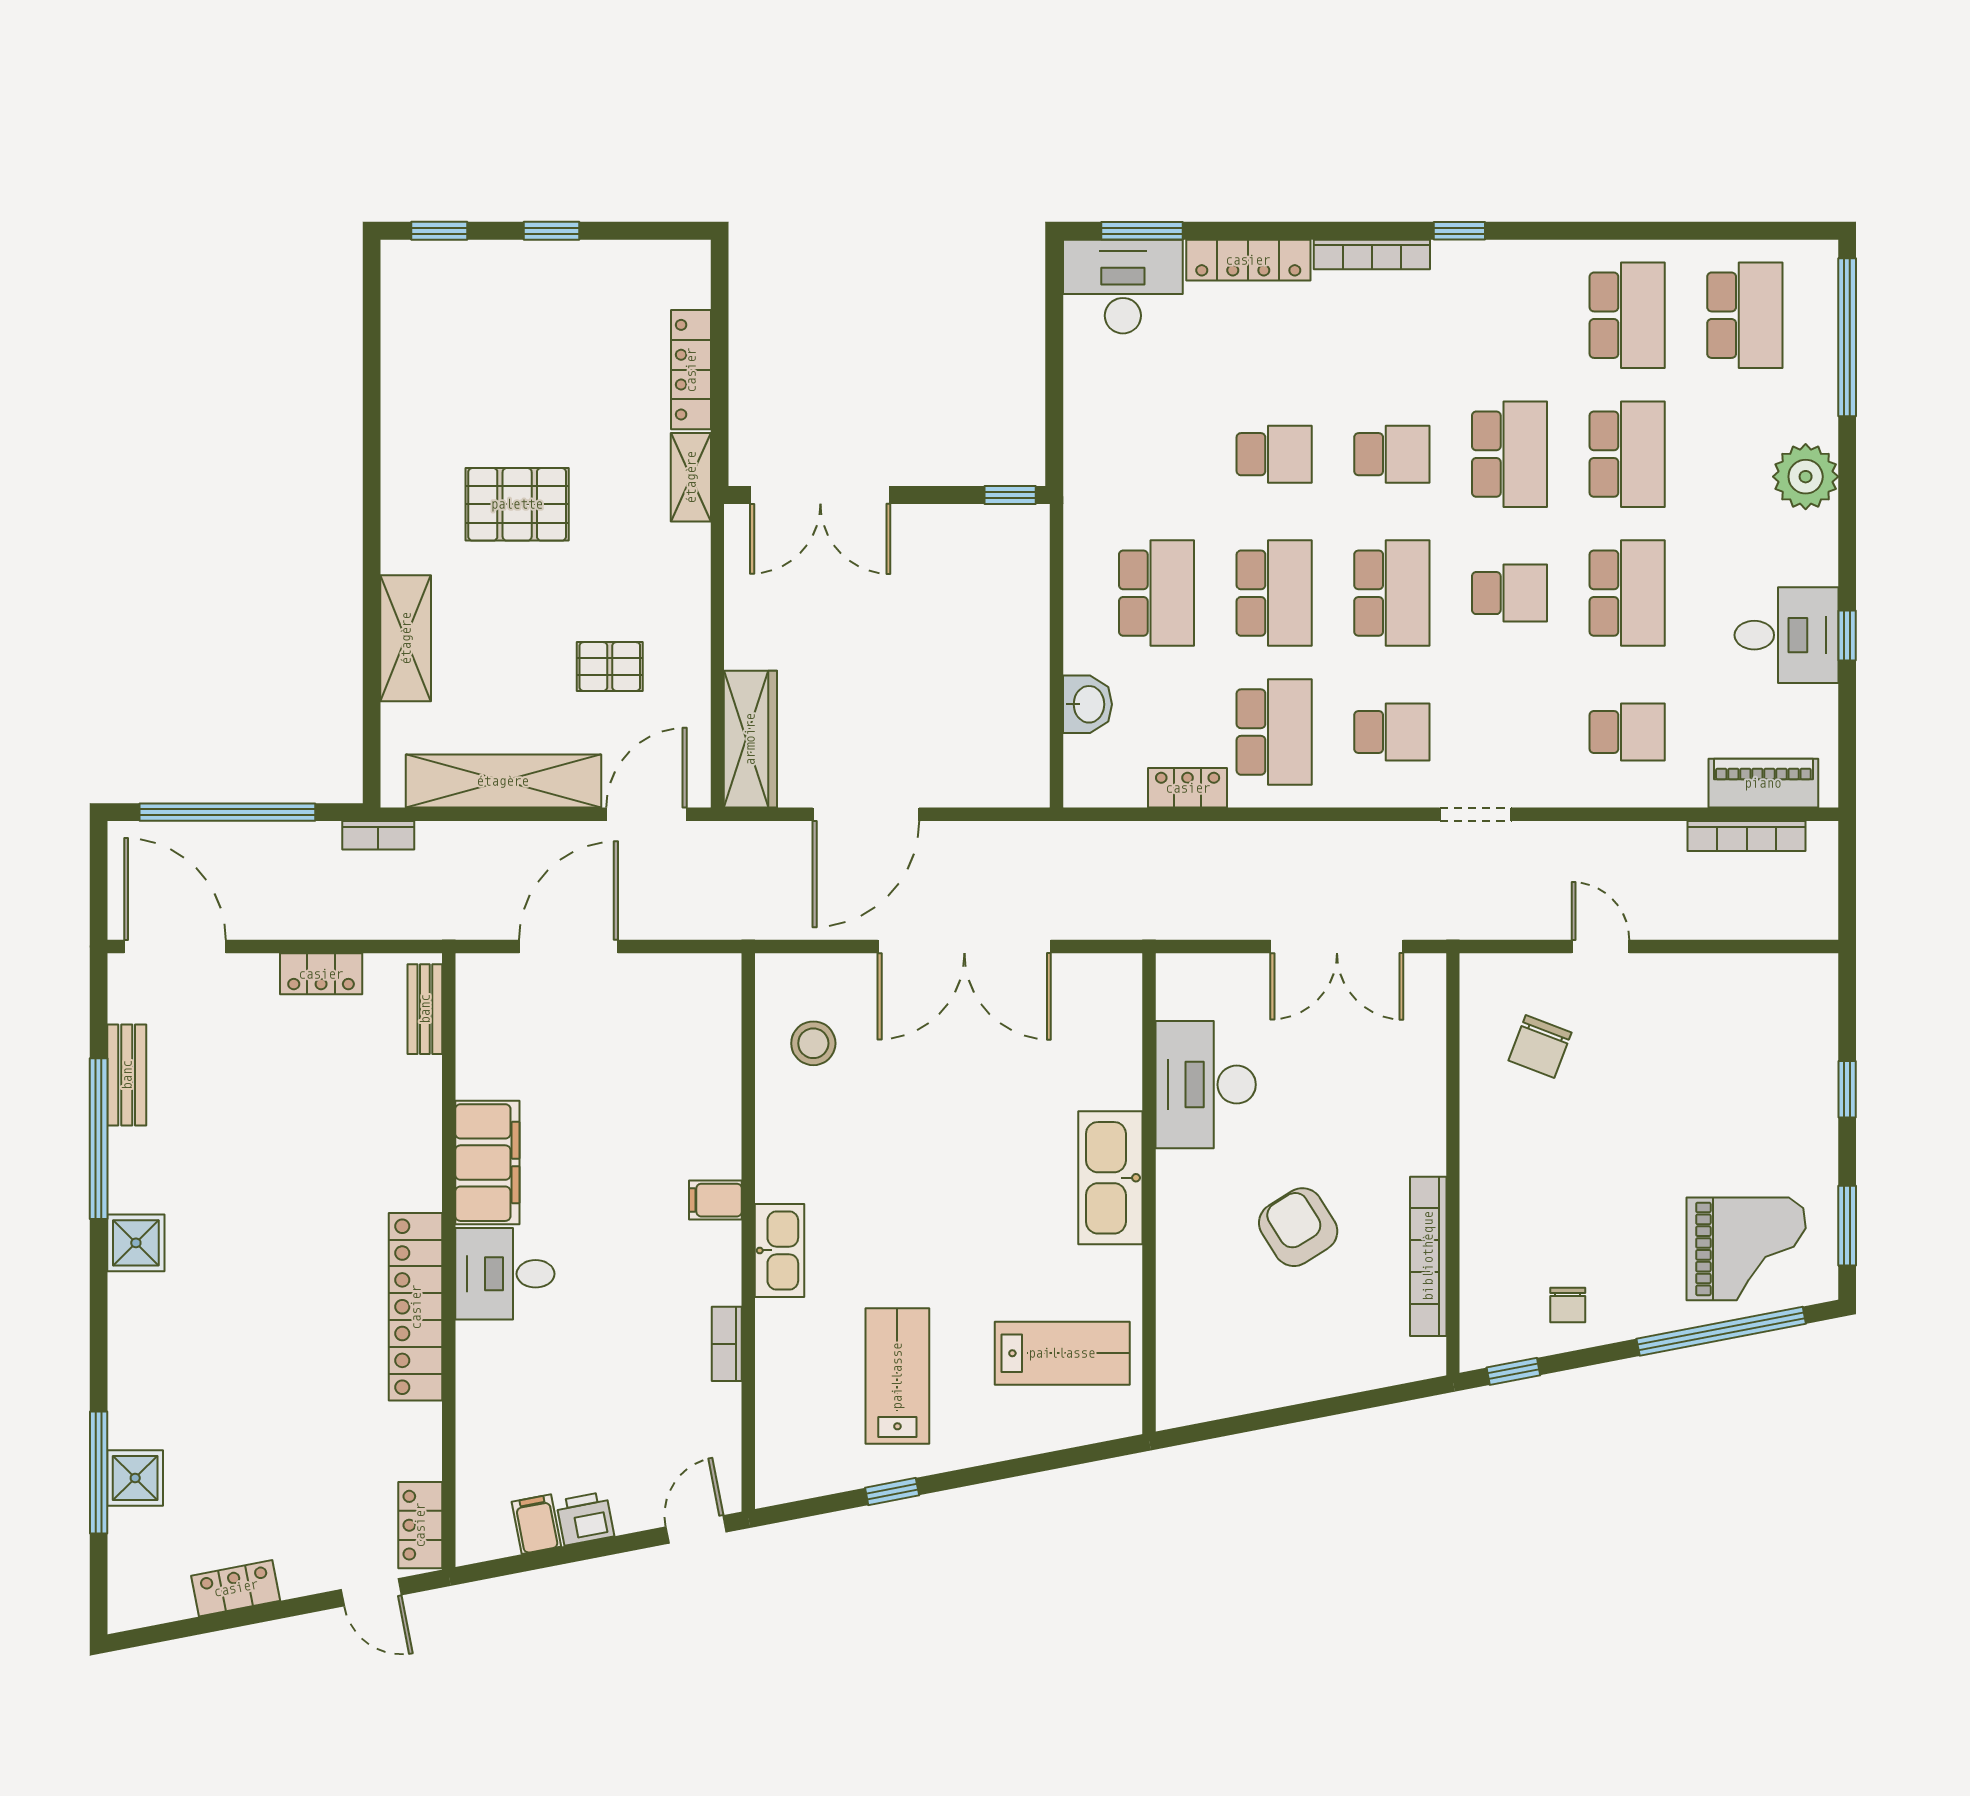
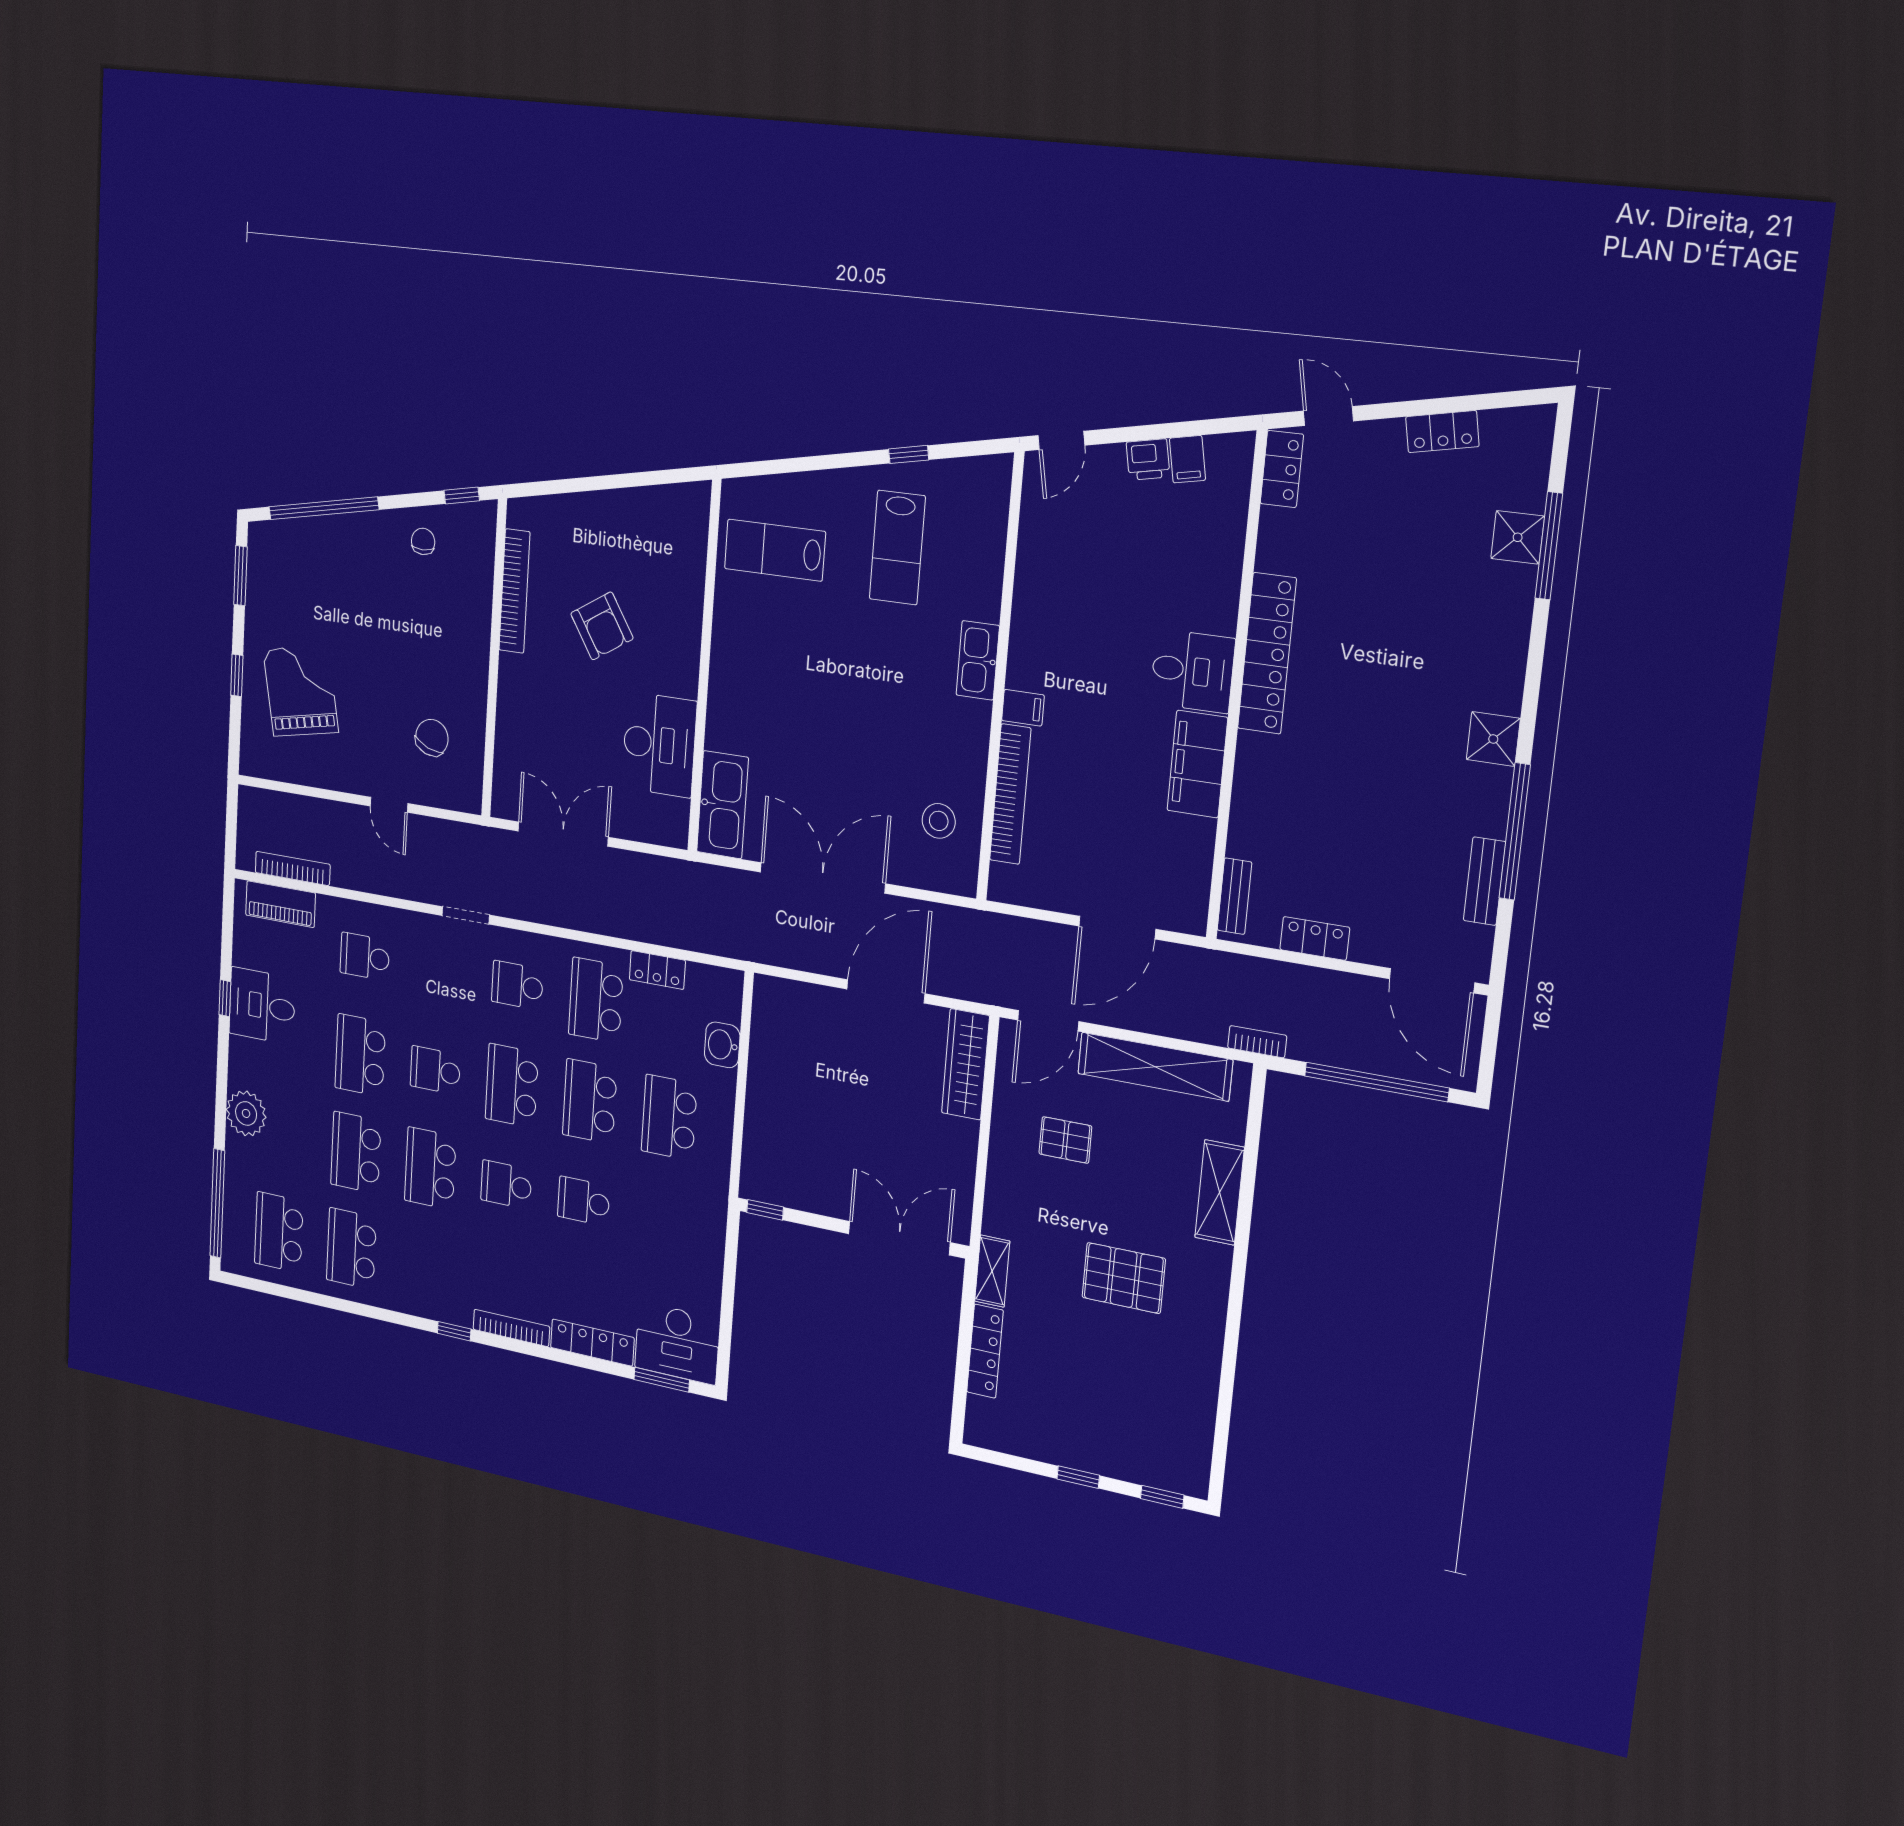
kitchen sink: (1110, 1178) -> (723, 805), moved
grand piano: (1746, 1249) -> (301, 691), moved, turned 79
bookcase: (727, 1344) -> (1010, 794), moved, width x2.31, depth x1.31

